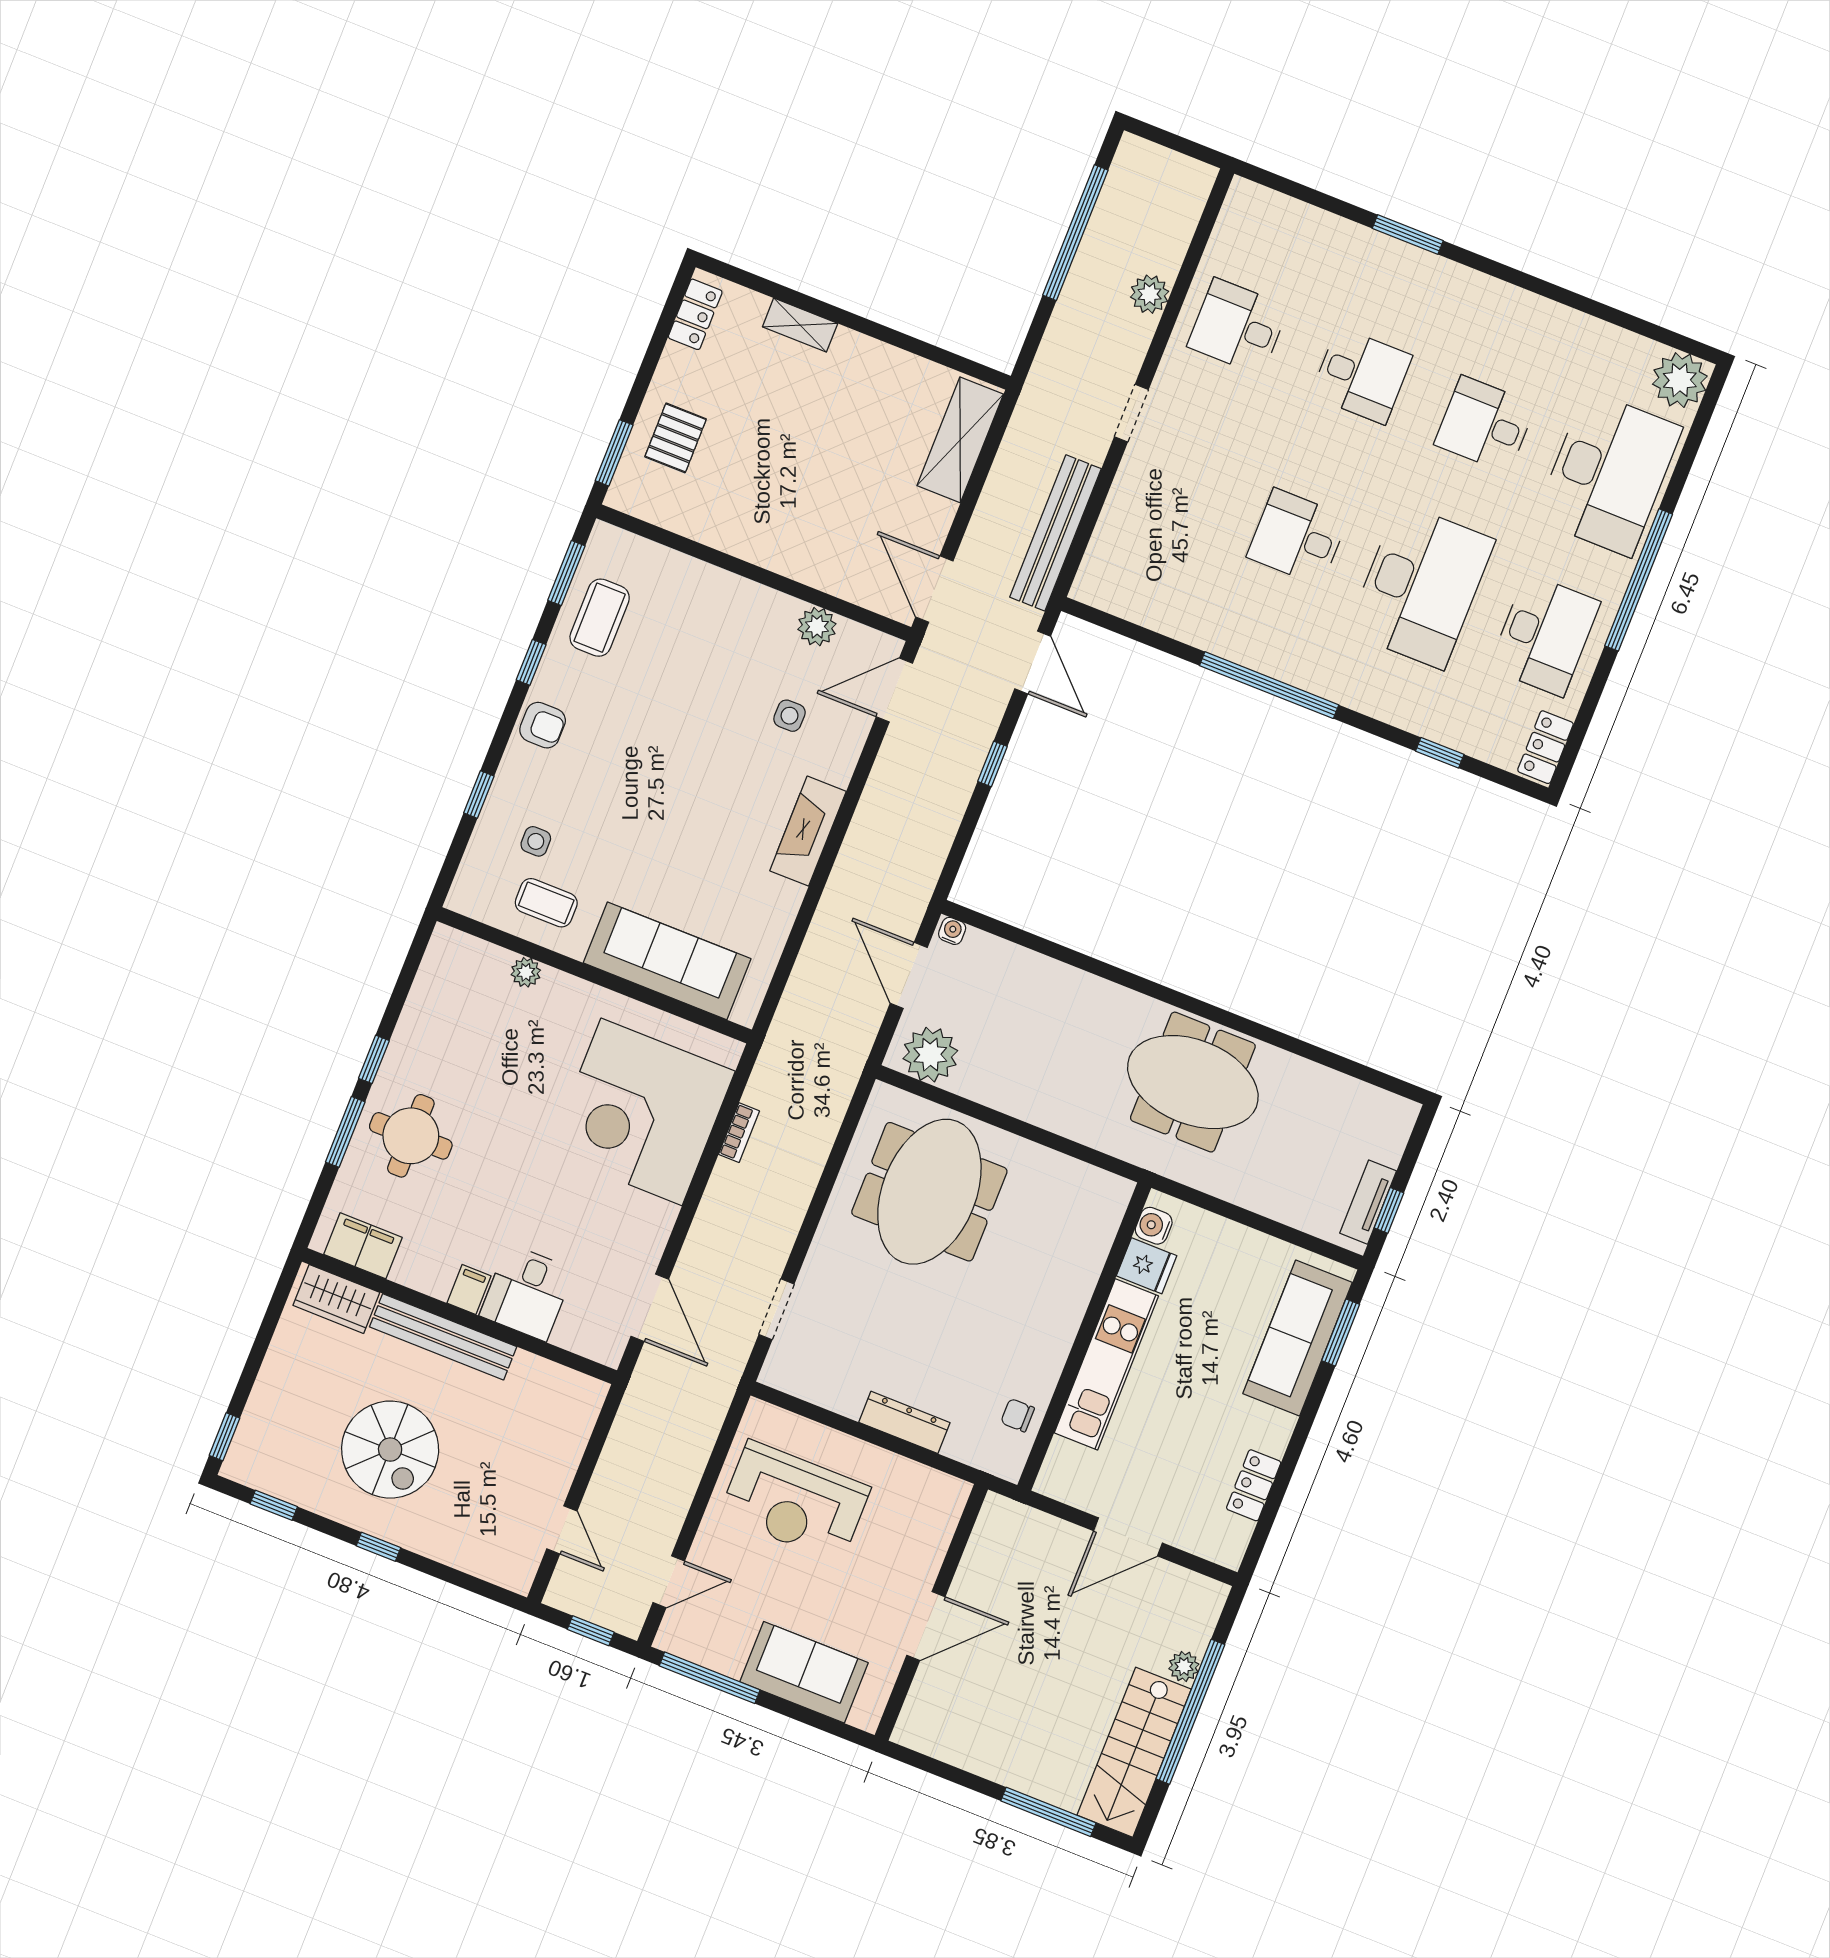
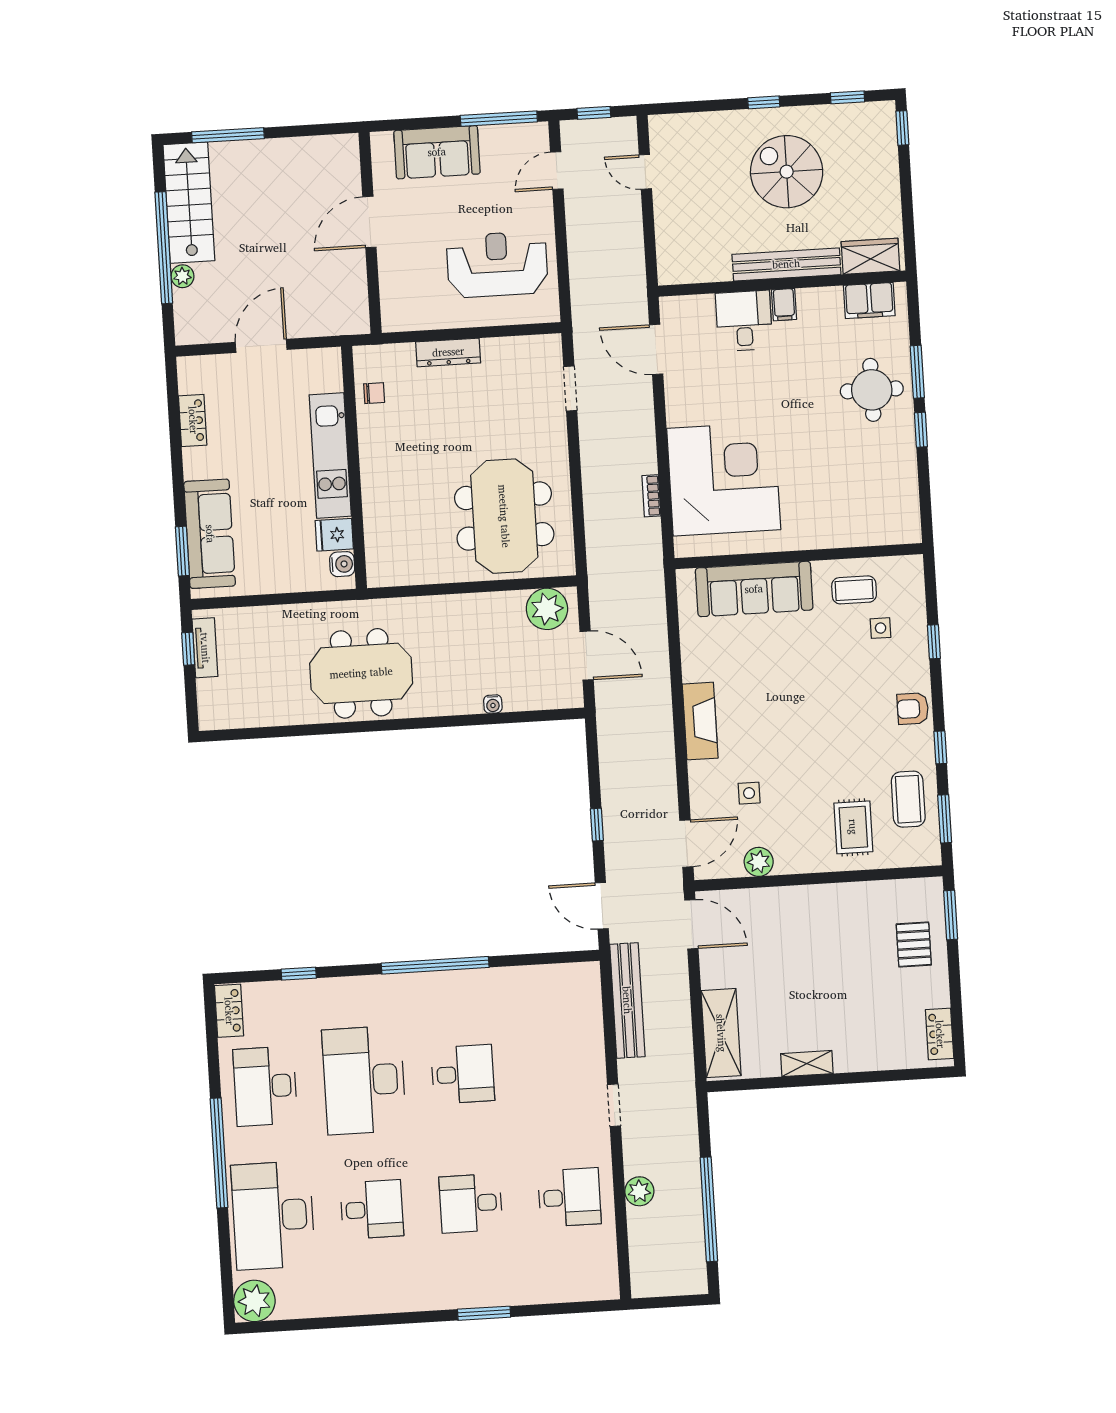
shelving: (800, 325) -> (807, 1064), moved
rug: (682, 615) -> (853, 827), added
water cooler: (952, 931) -> (493, 704), moved
plant: (526, 972) -> (846, 537), removed

